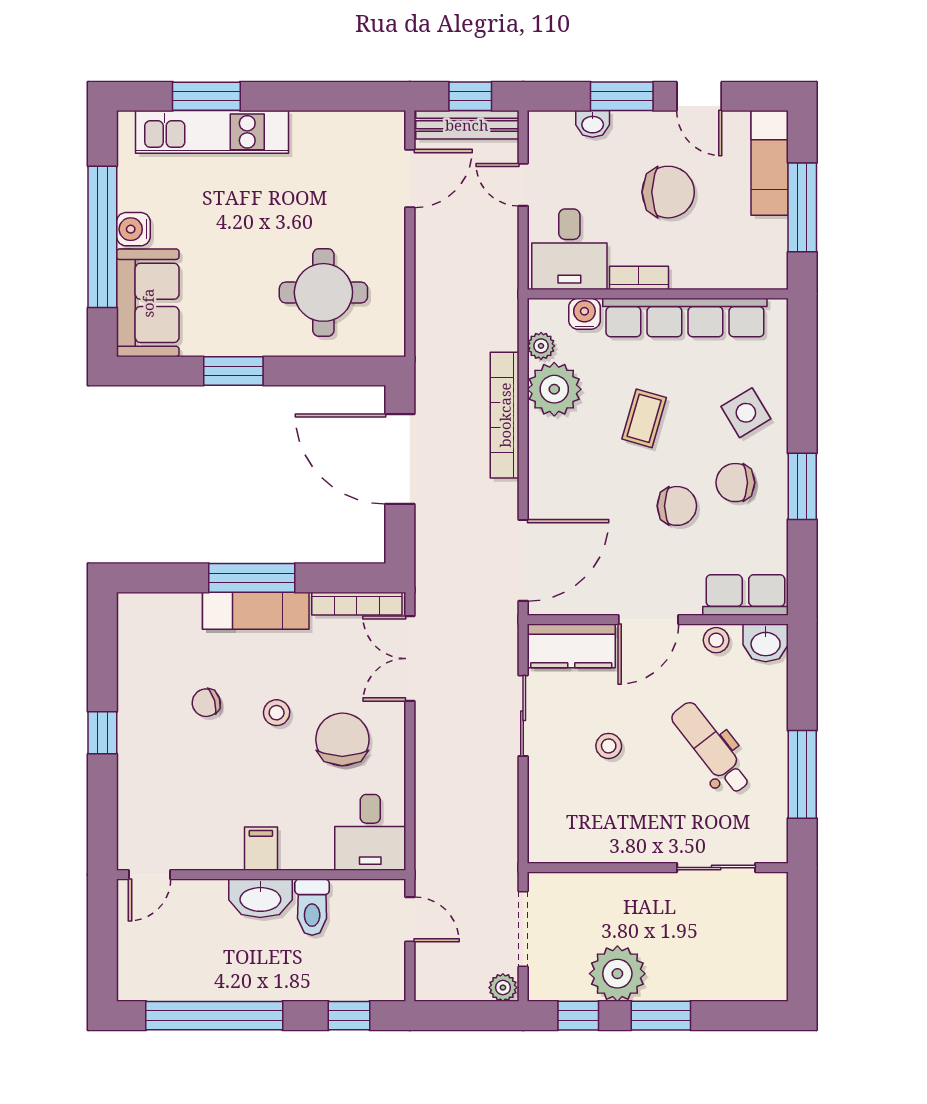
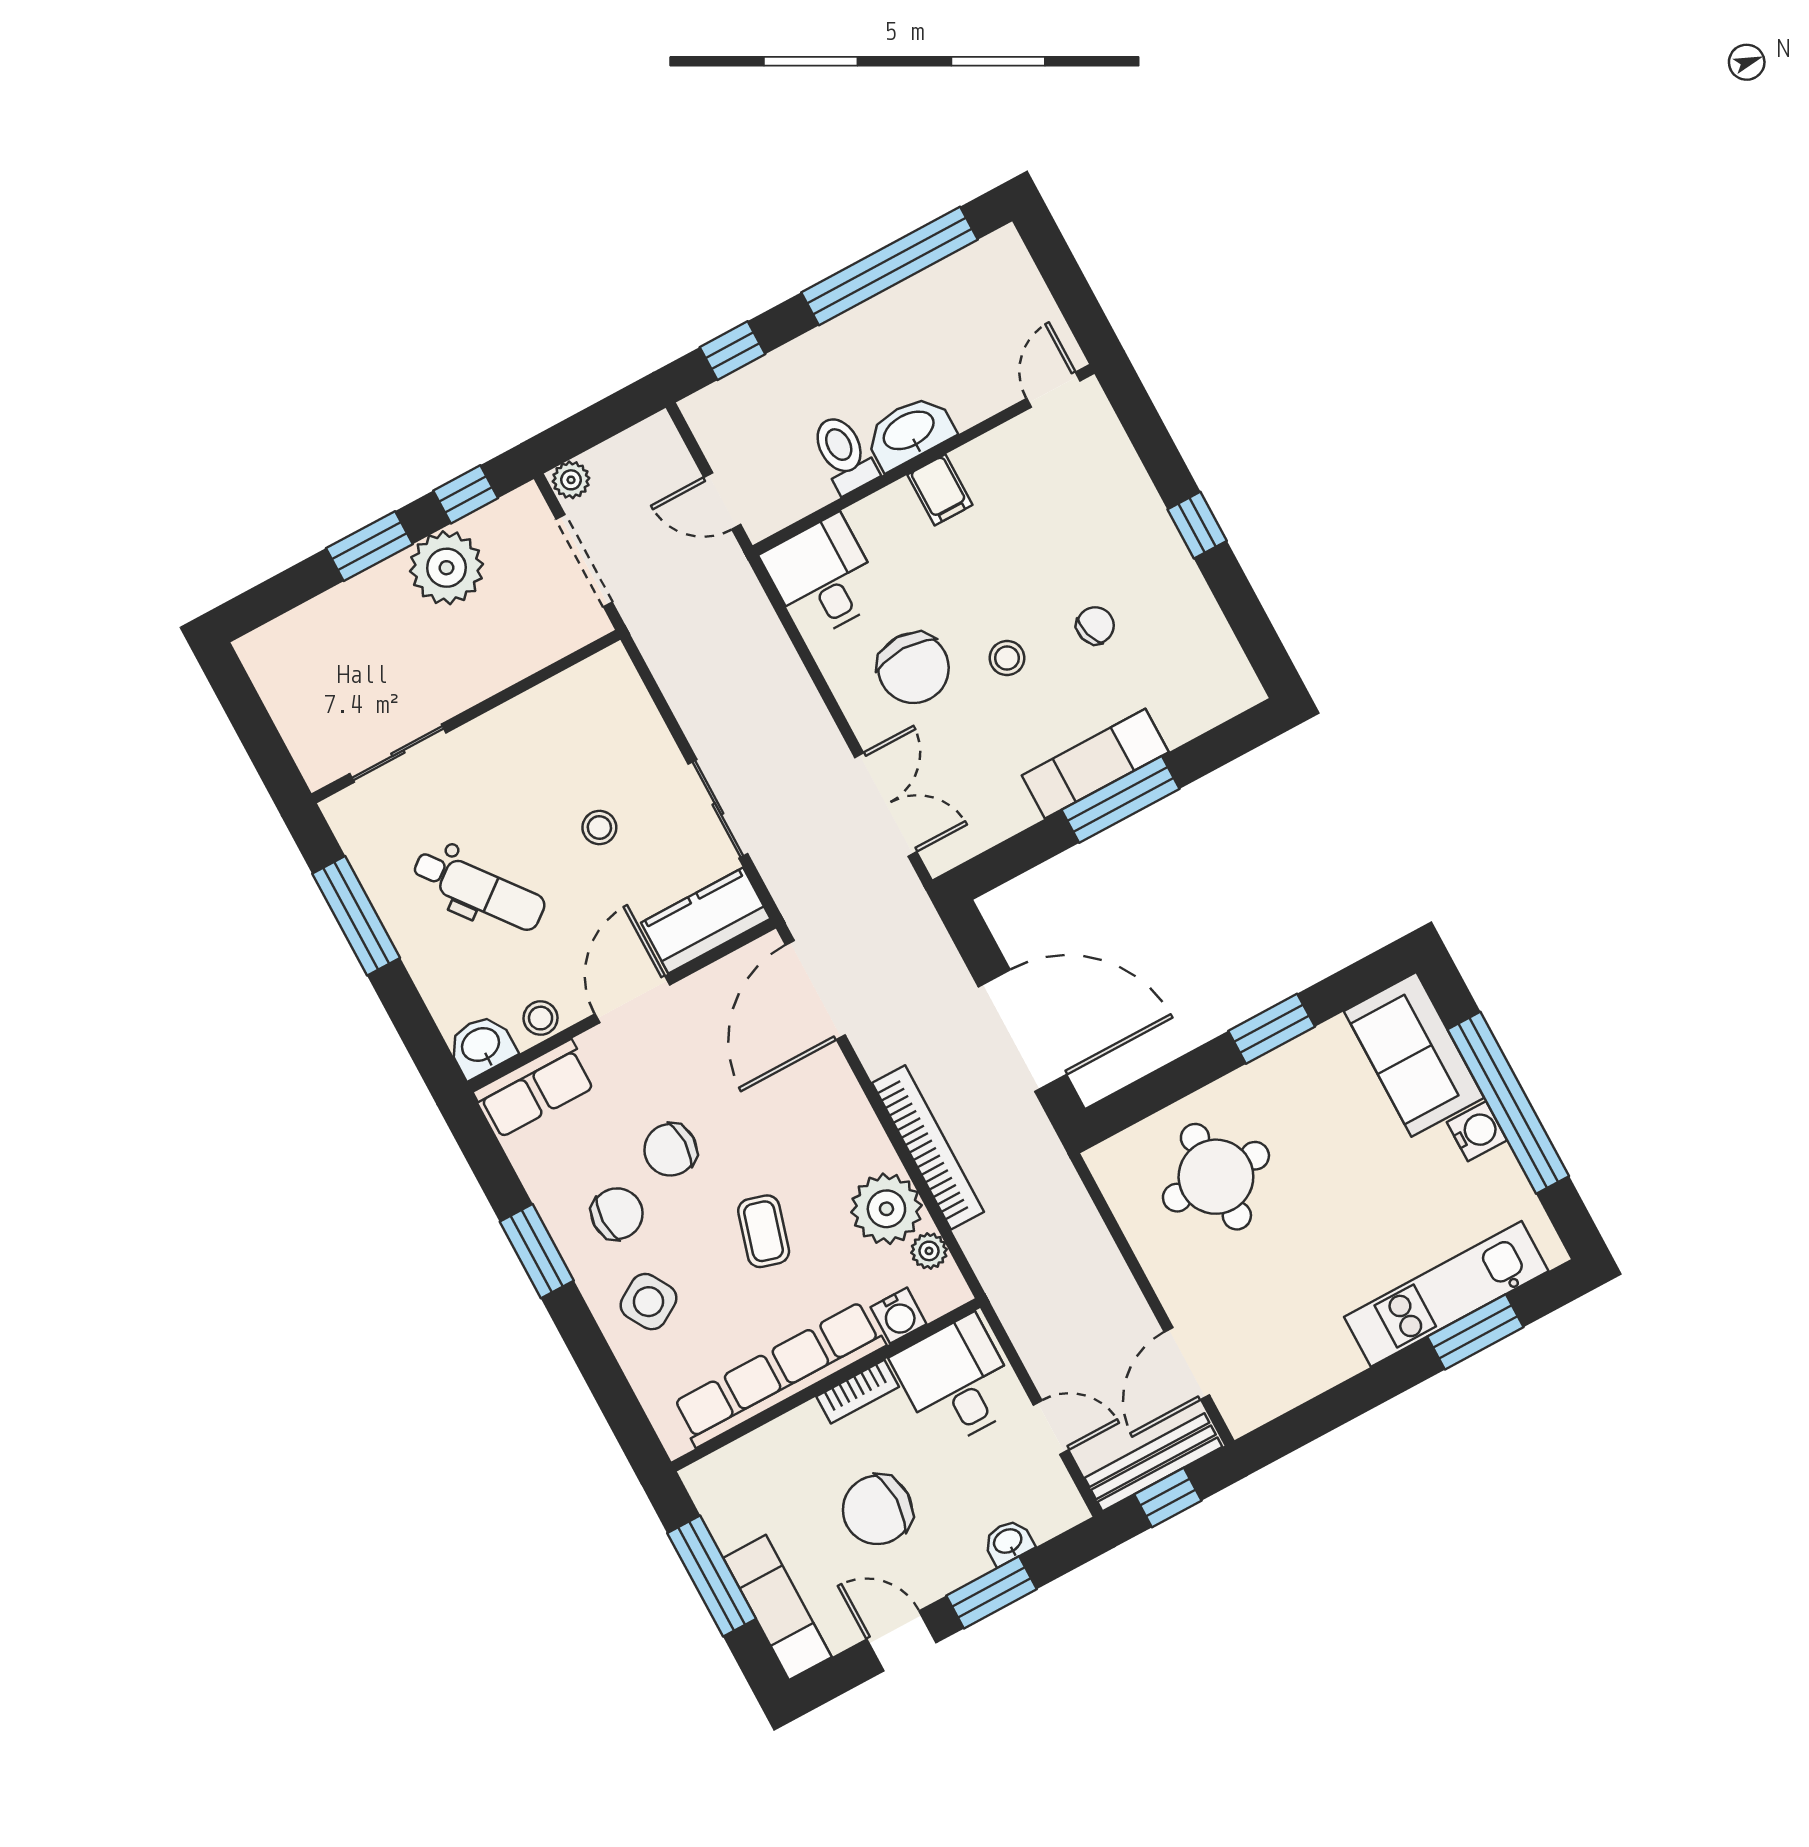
bookcase: (357, 604) -> (982, 835), removed

